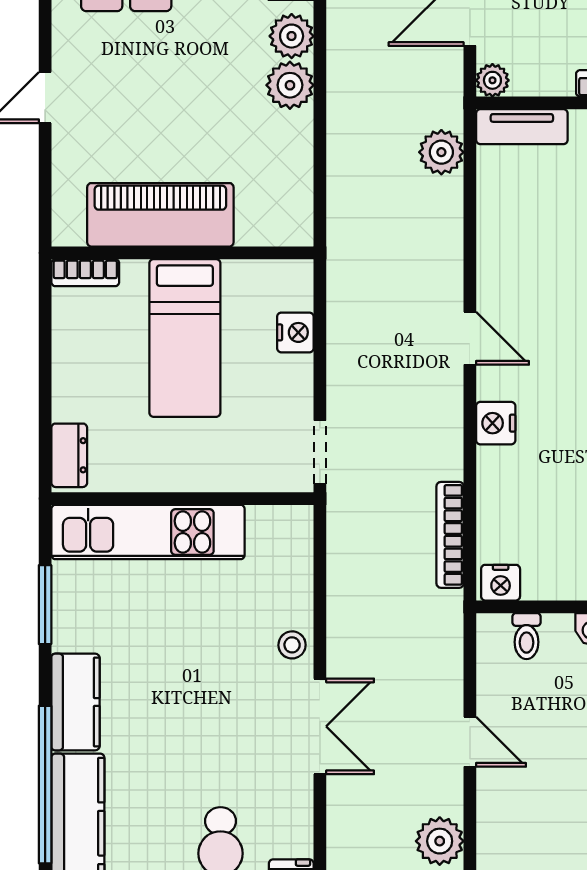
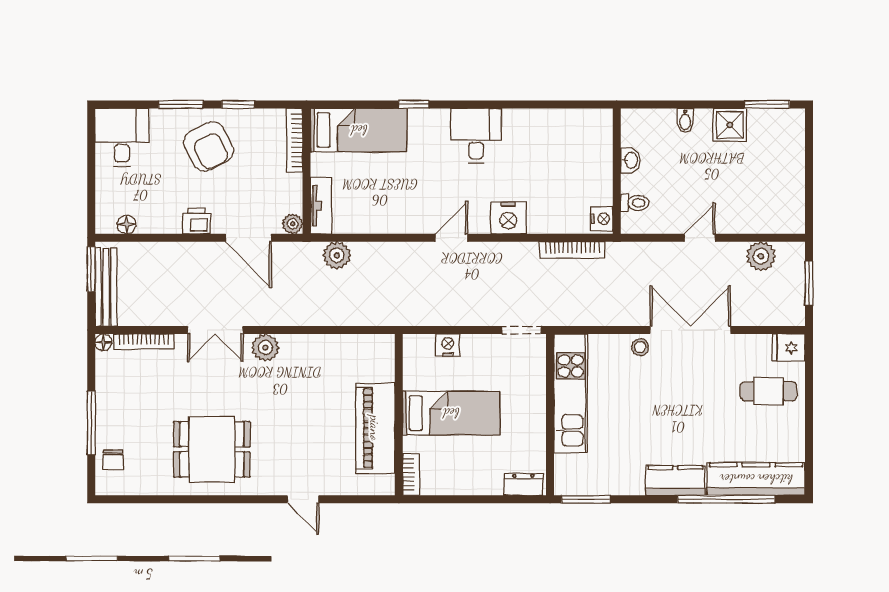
plant: (290, 85) -> (296, 348), removed
nightstand: (496, 423) -> (508, 218), width x1.36, depth x1.33
kitchen unit: (148, 532) -> (571, 393), moved
window: (45, 605) -> (586, 499), moved
double door: (320, 726) -> (690, 330), width x1.37

